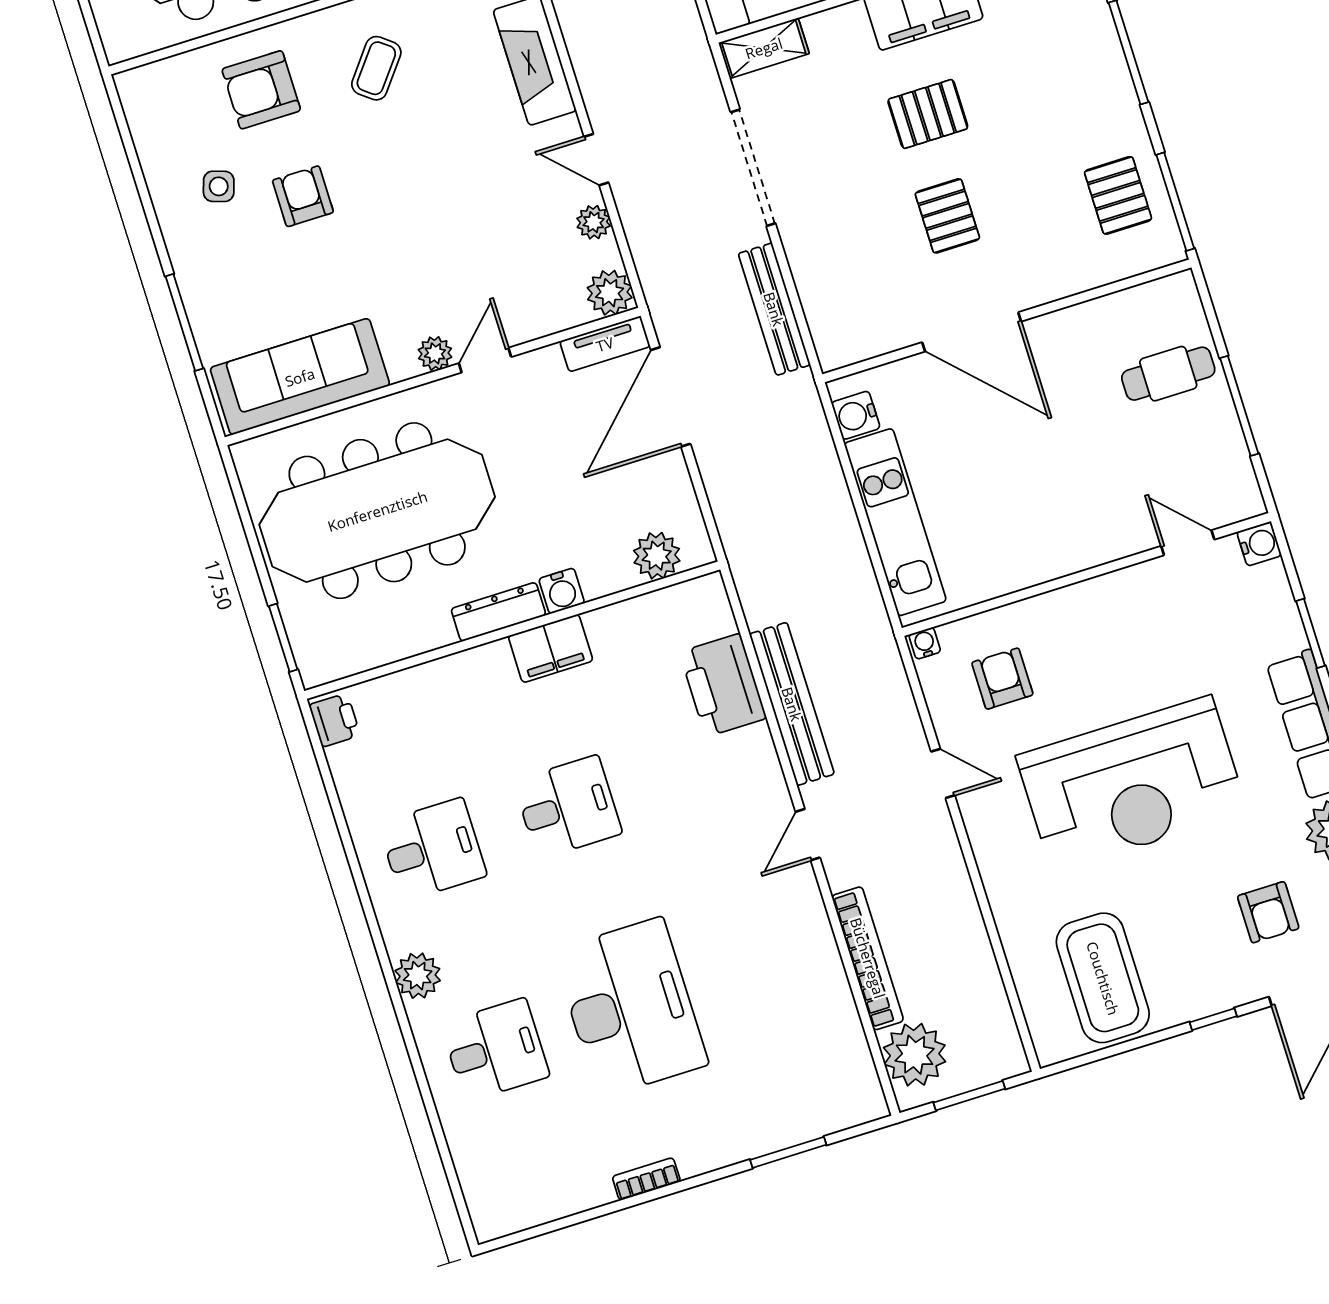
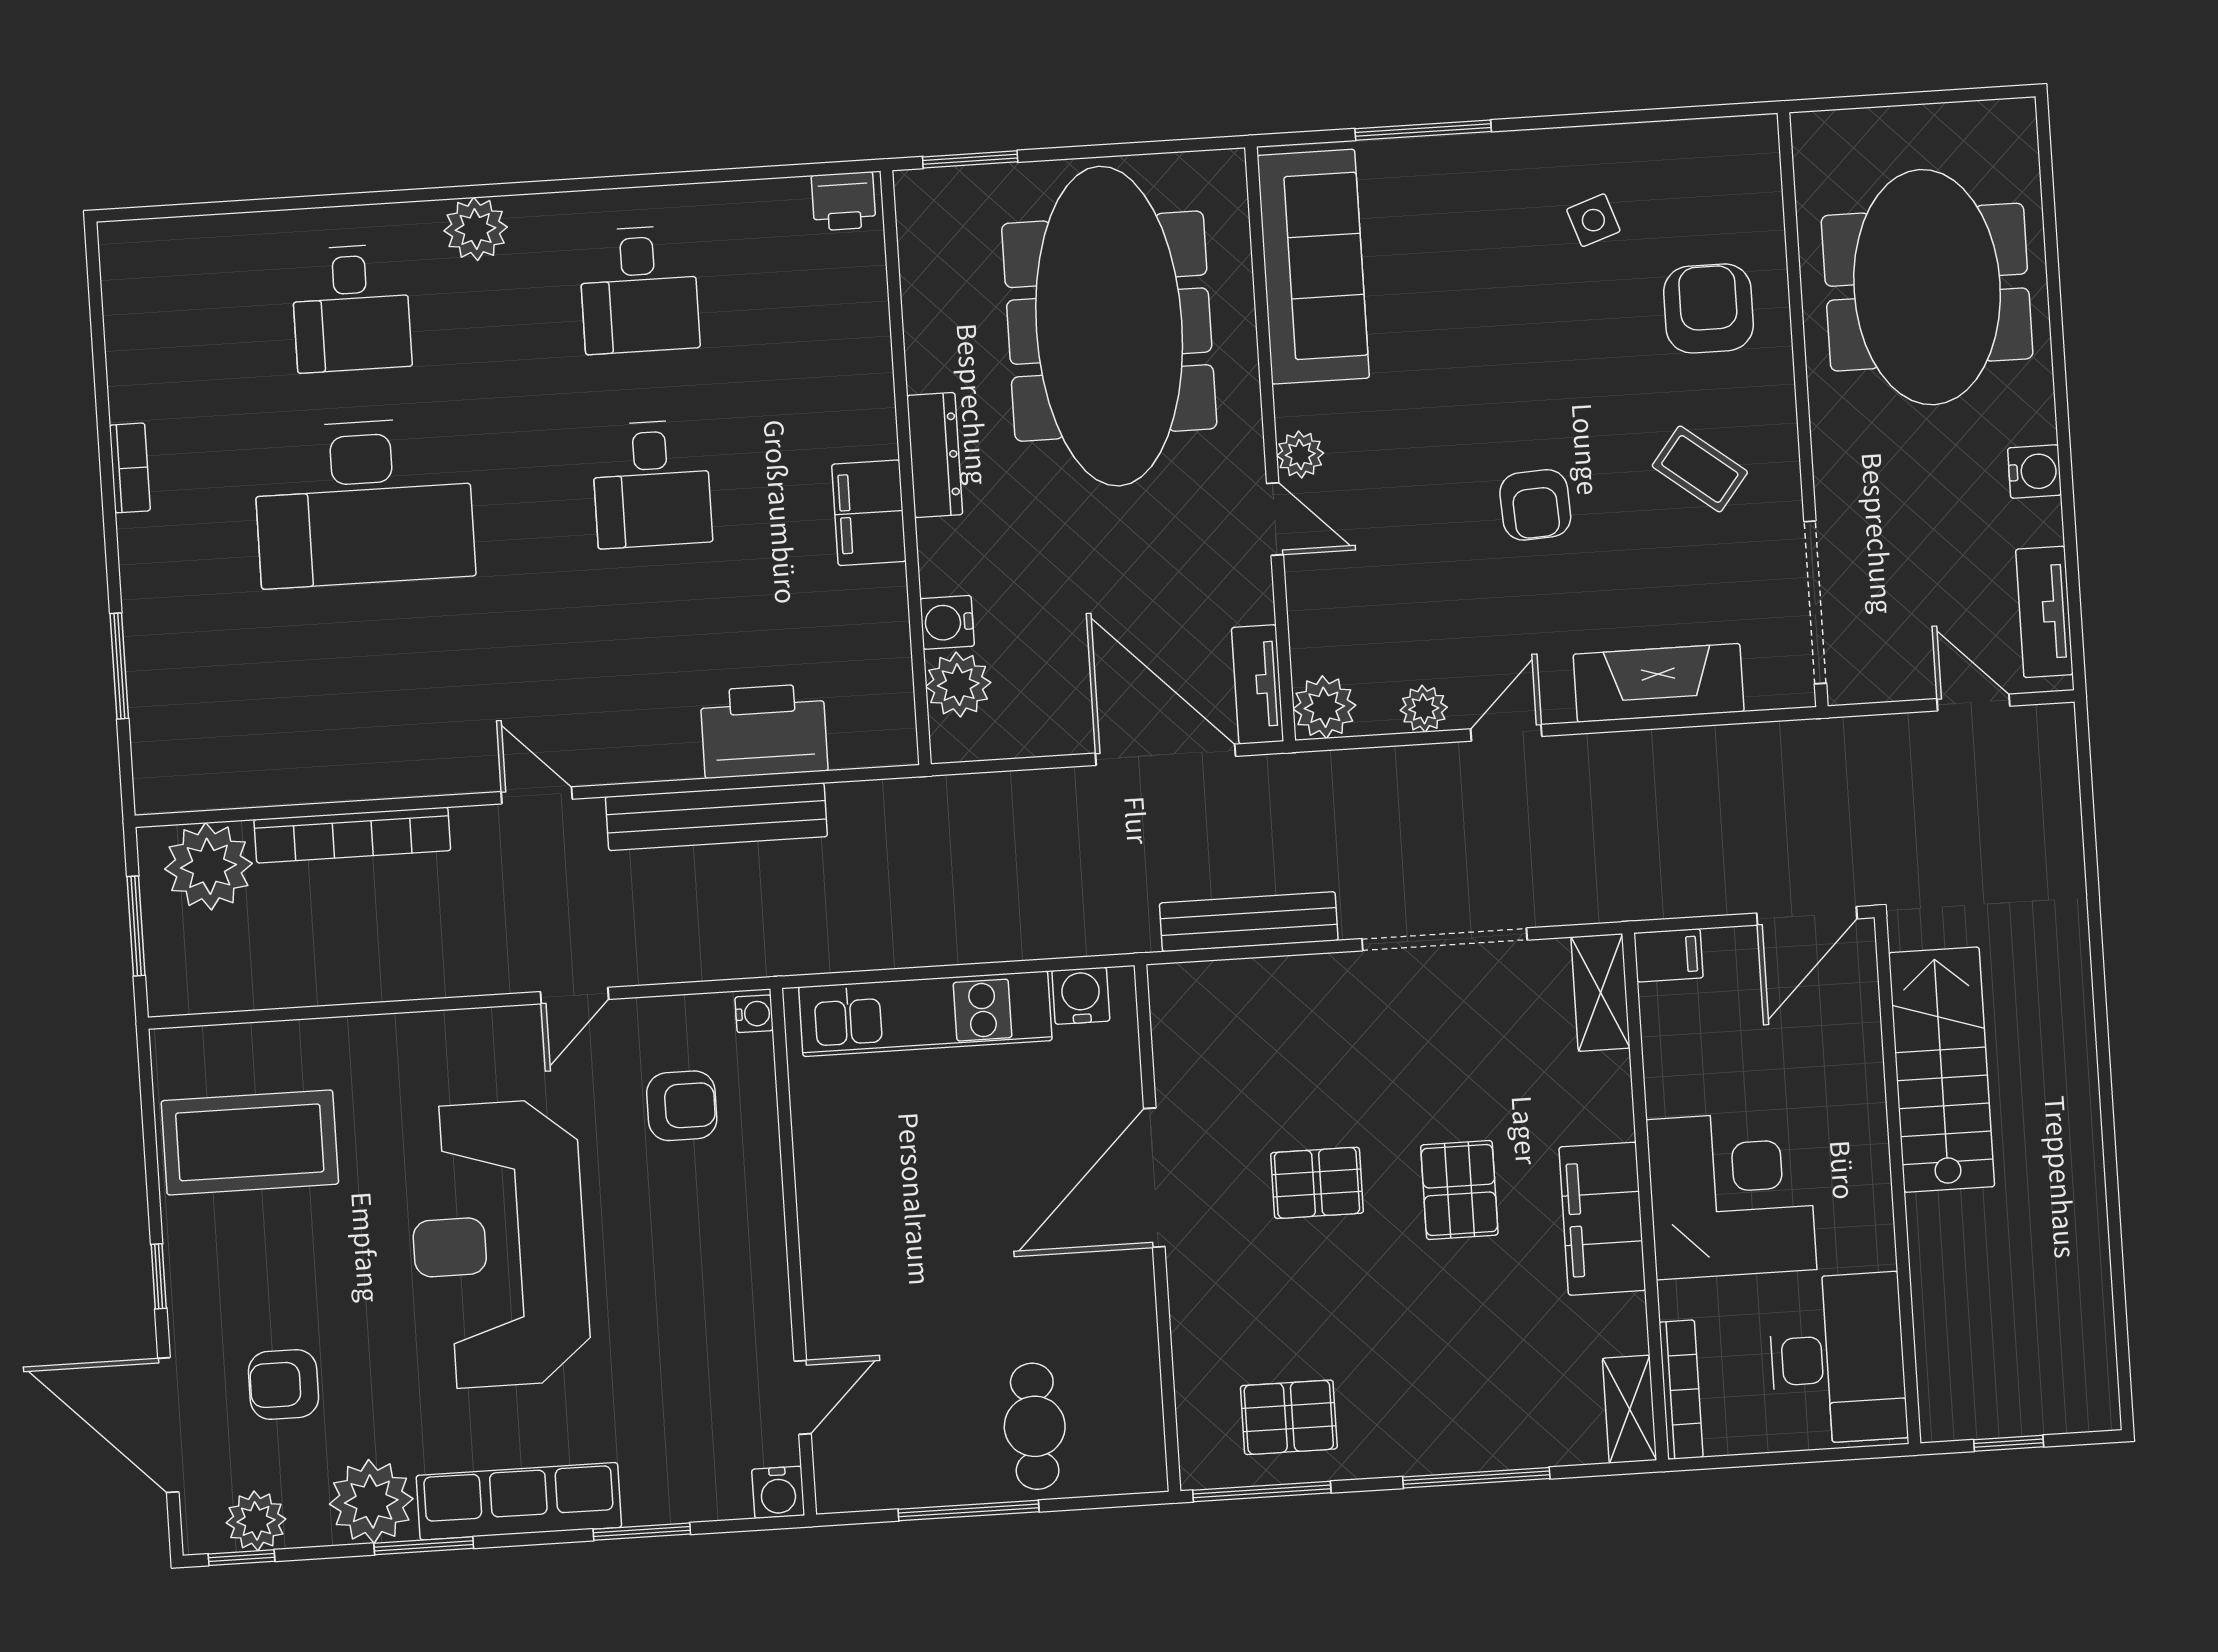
side table: (219, 186) -> (1593, 220), turned -37
armchair: (303, 196) -> (1535, 505), moved, turned 87
water cooler: (562, 591) -> (947, 622), moved

